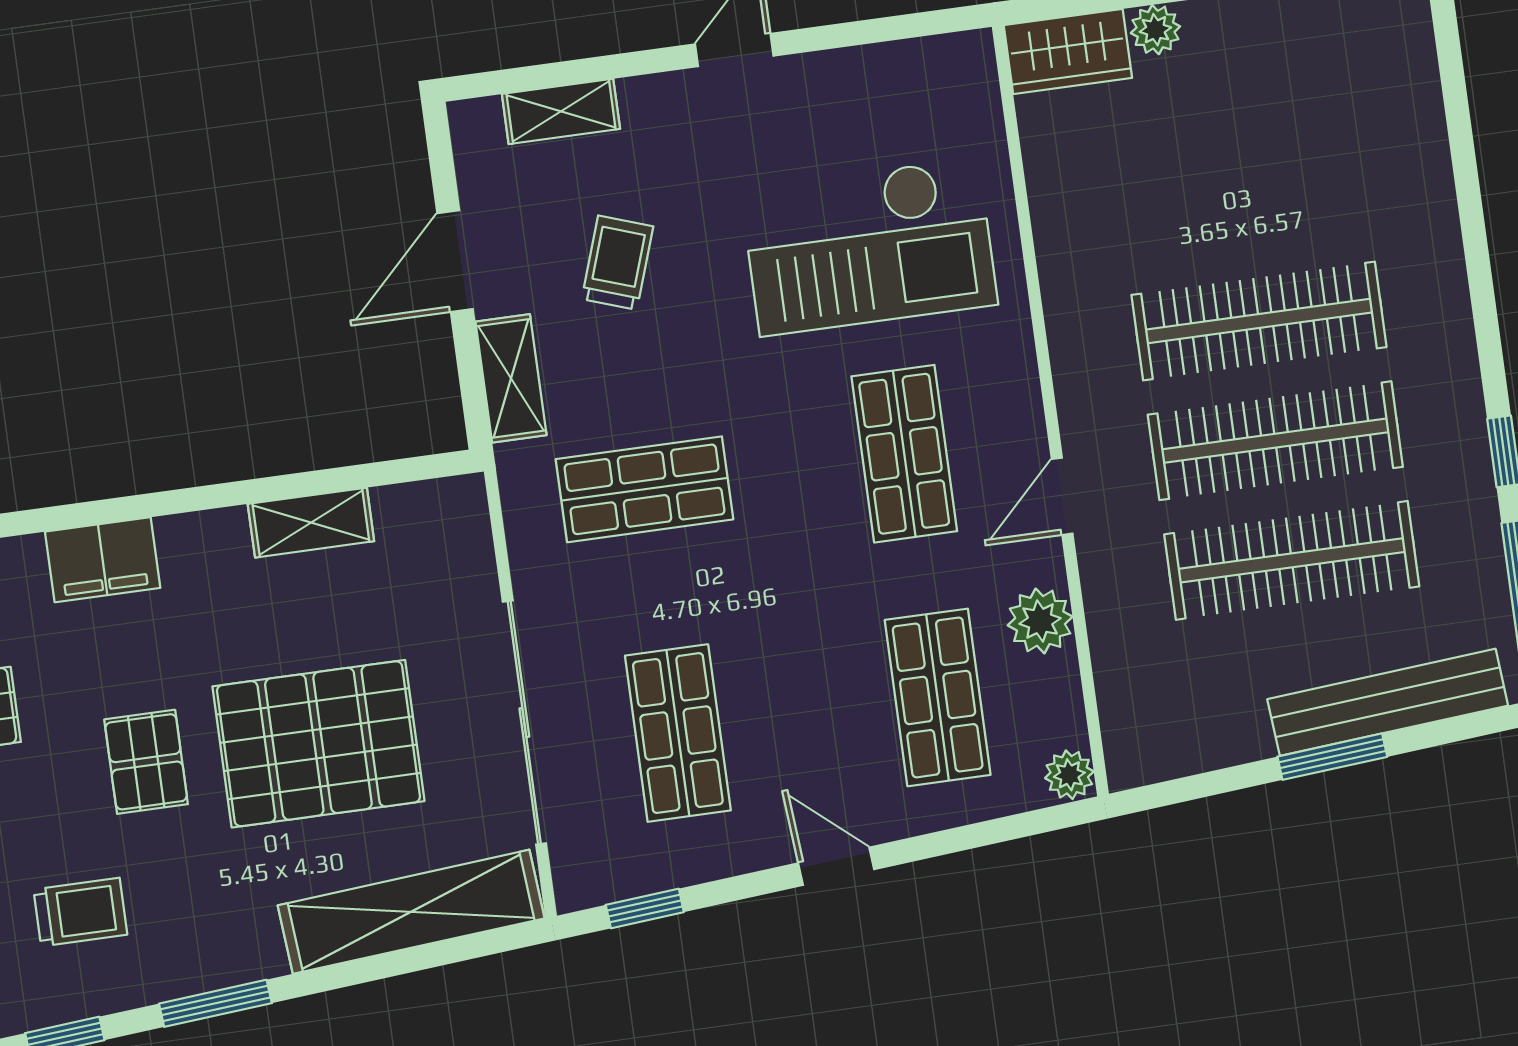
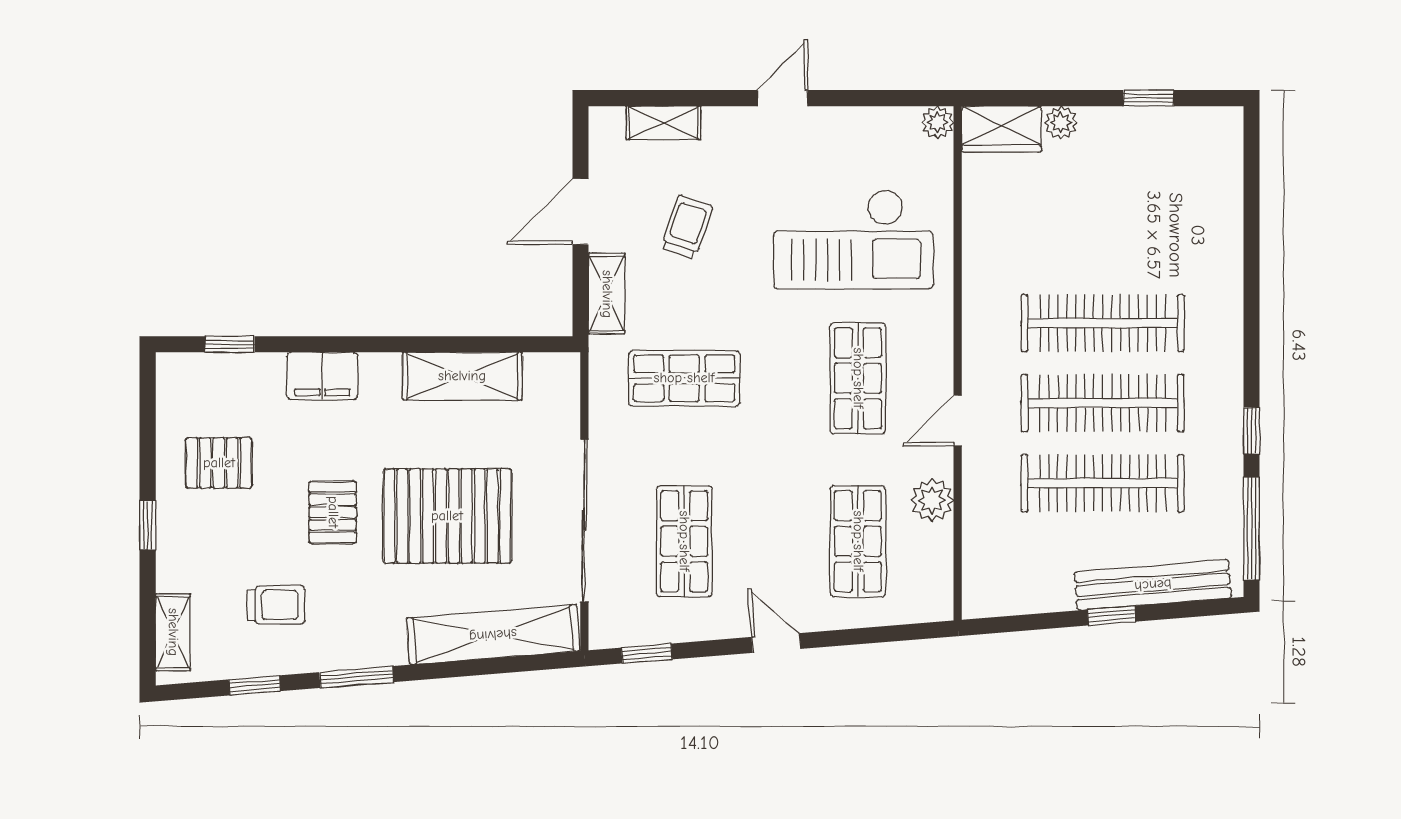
shelving: (311, 523) -> (462, 376), width x1.50, depth x1.33
window: (1332, 757) -> (1112, 616), width x0.67
plant: (1069, 775) -> (937, 122), moved

